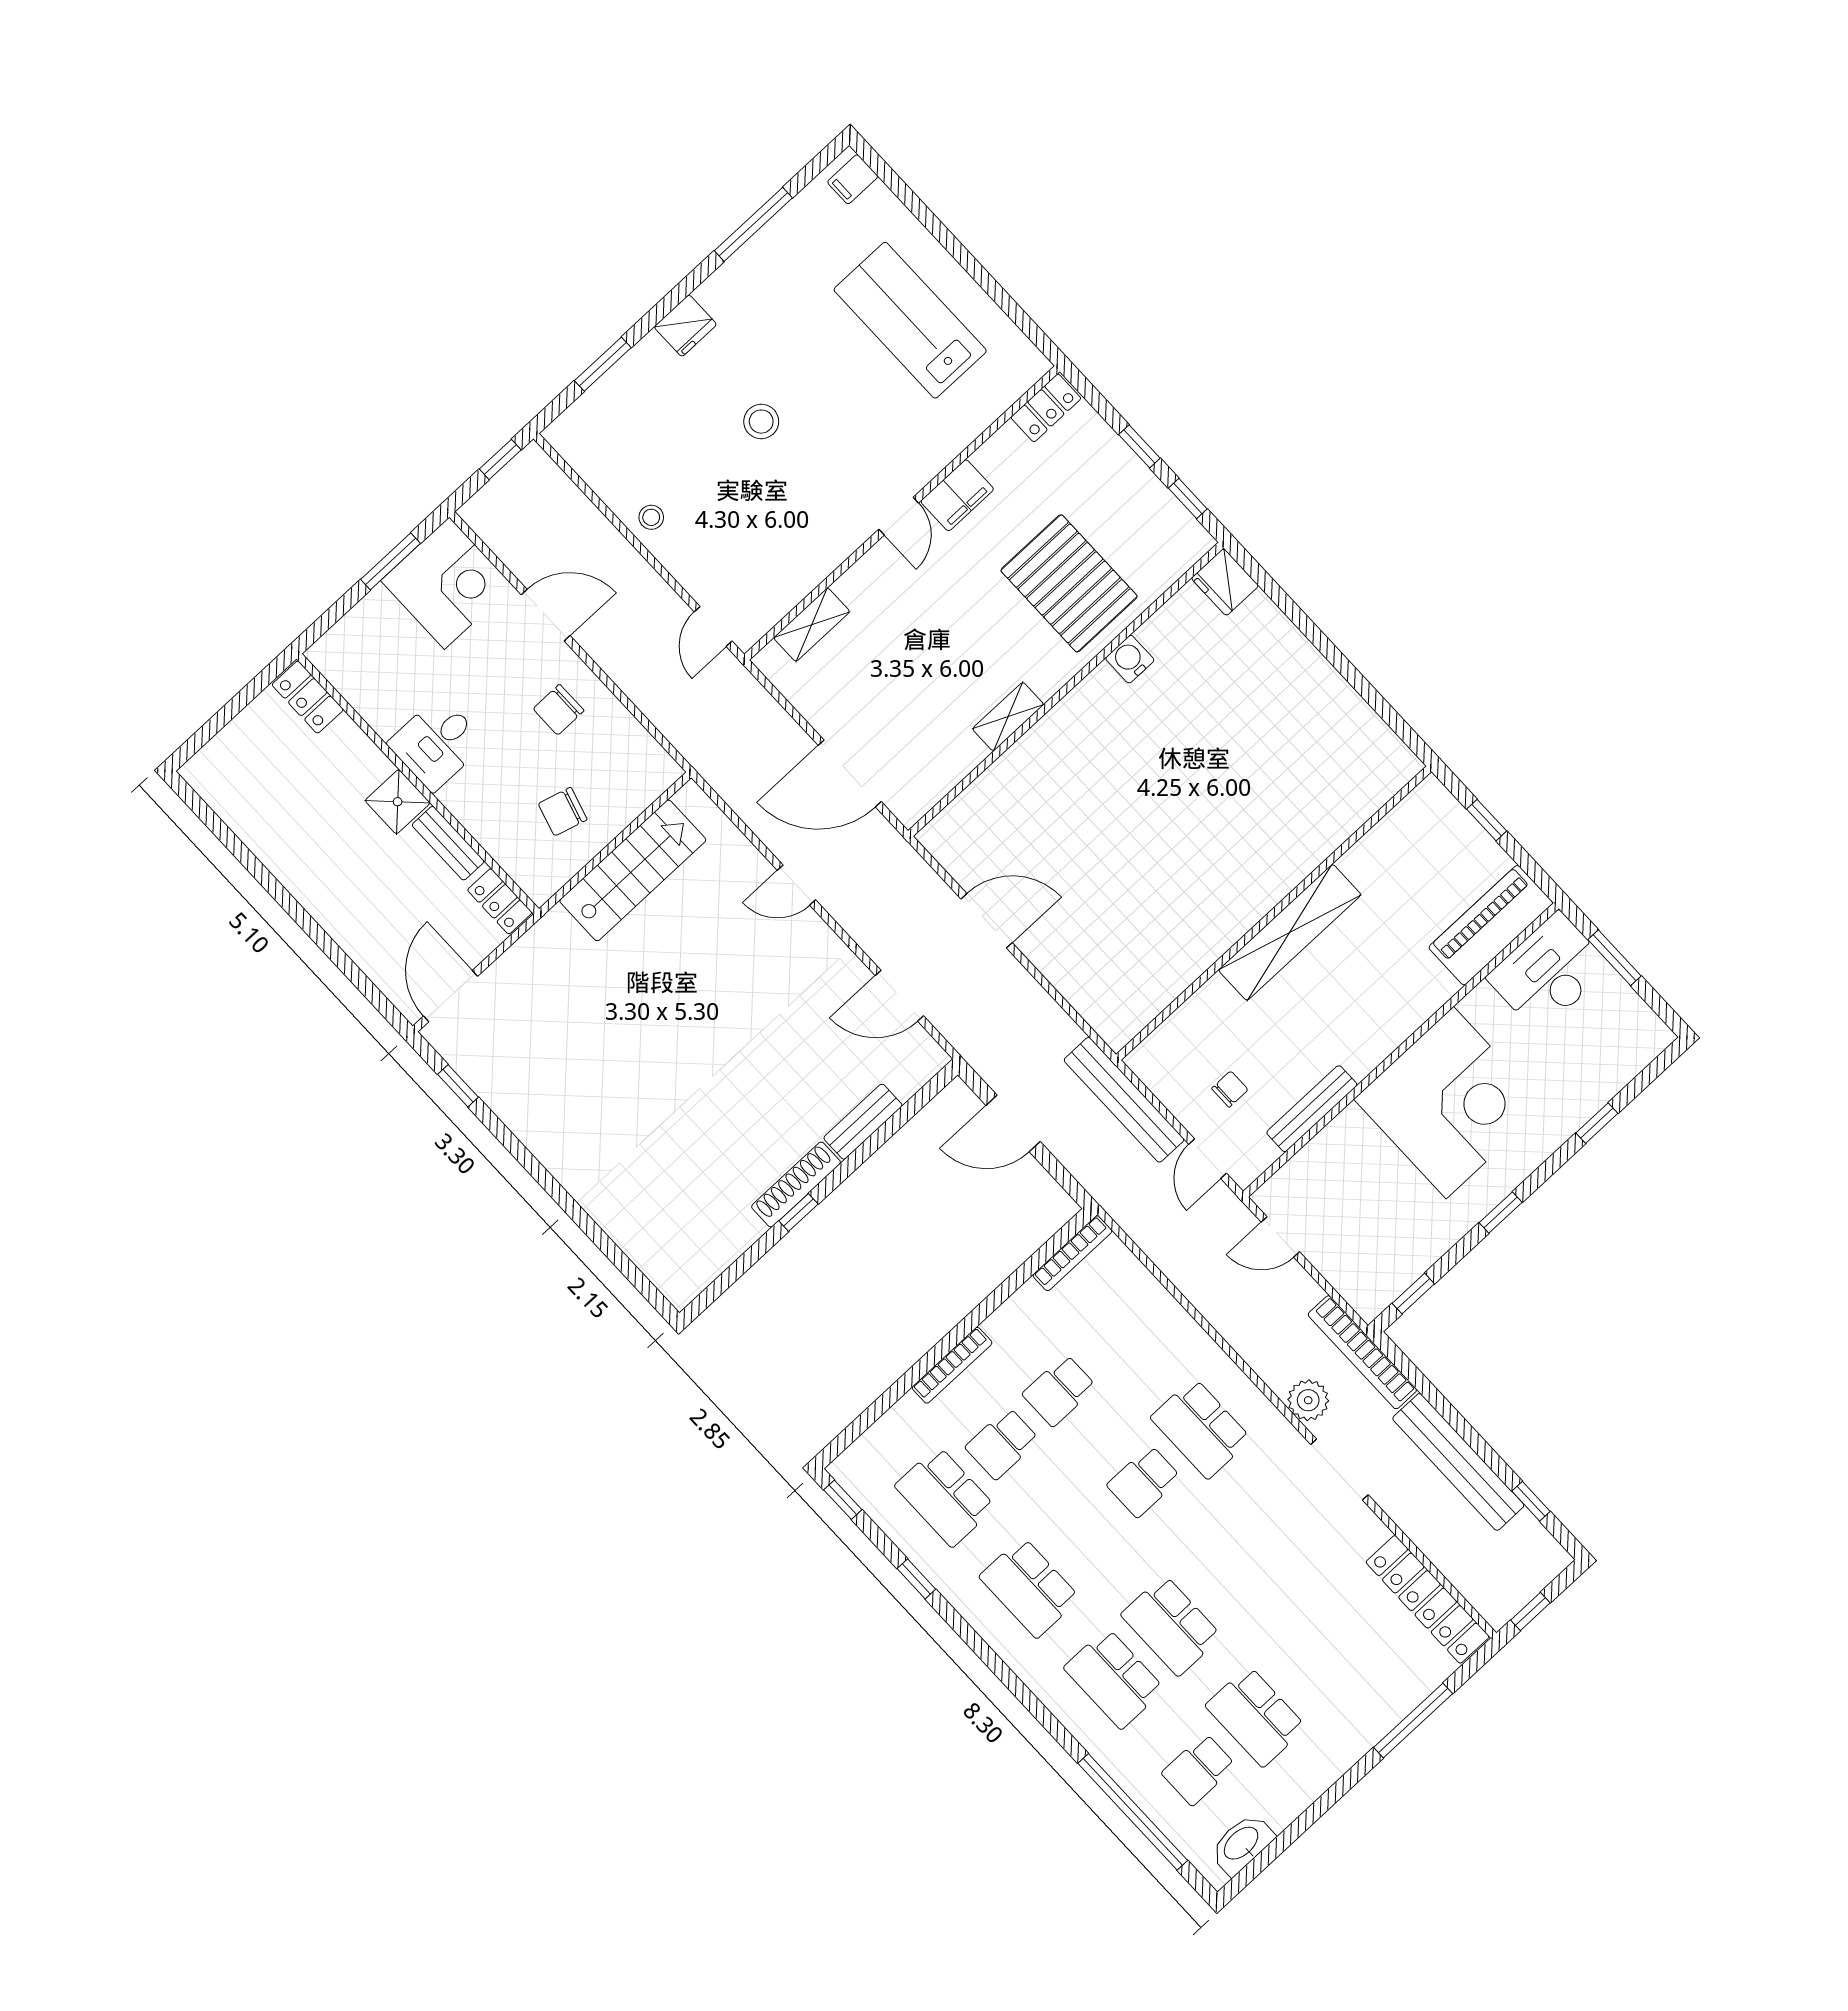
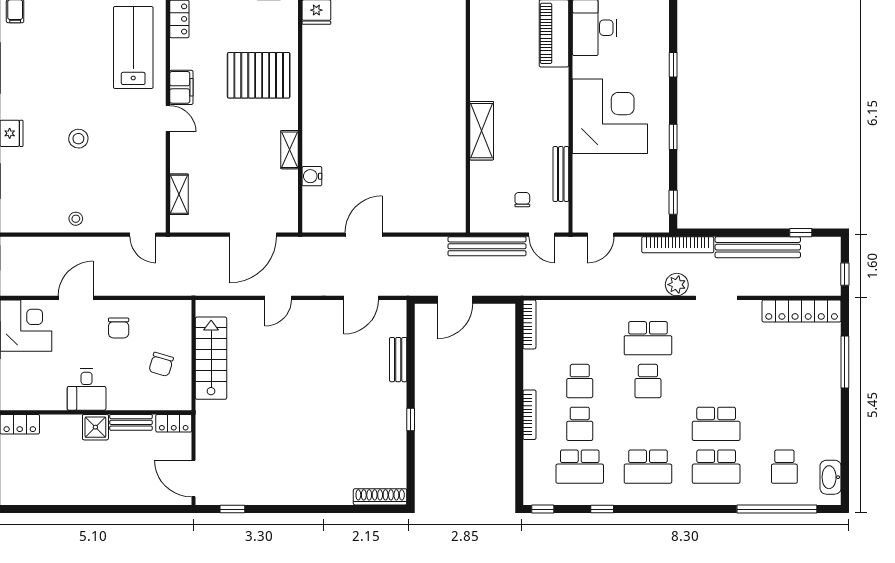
lab bench: (910, 320) -> (133, 47), moved, turned 90
water cooler: (1130, 659) -> (312, 176), moved
shelving: (1290, 932) -> (482, 131), width x0.68
shoe rack: (796, 1185) -> (380, 497), moved, turned 90
school desk: (1256, 1716) -> (784, 424), removed

